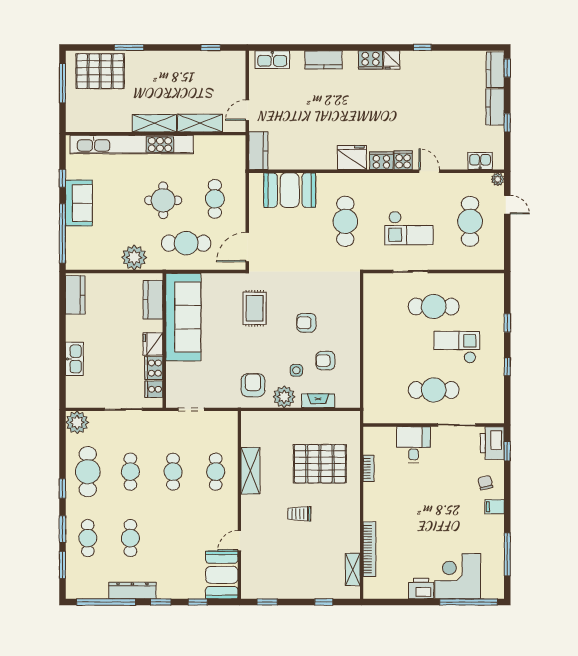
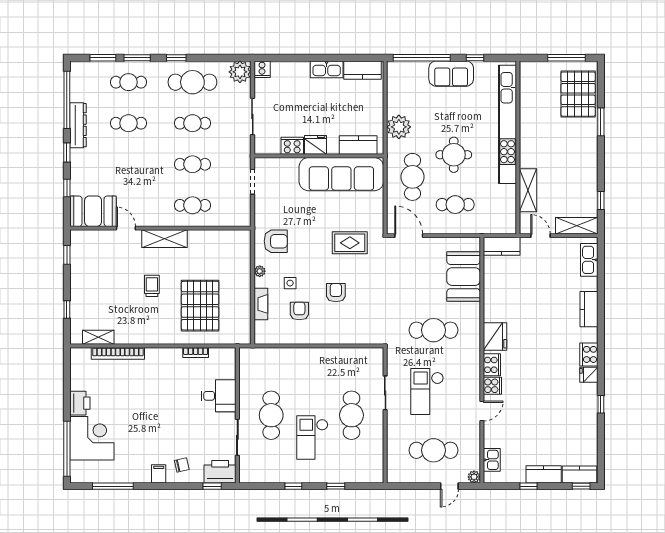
shelving: (154, 123) -> (577, 226), moved, turned 90
checkout: (457, 347) -> (312, 437), turned 180
kitchen sink: (74, 359) -> (327, 69), moved
cooker: (154, 389) -> (262, 69), moved, turned 180
plant: (284, 397) -> (260, 271), width x0.53, depth x0.53
shelving: (250, 471) -> (164, 239), moved

